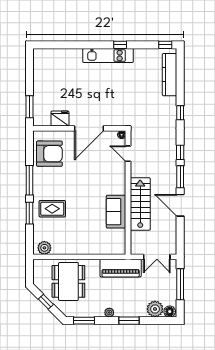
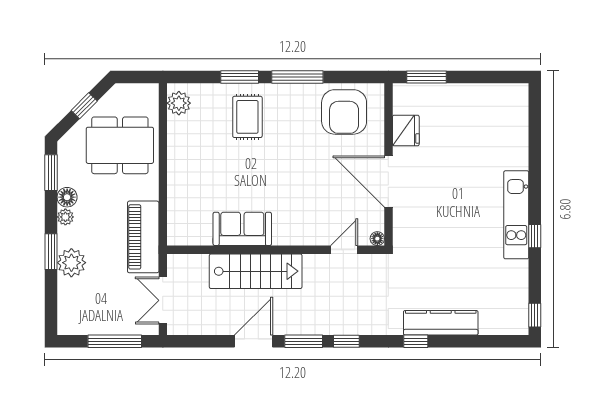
kitchen counter: (170, 75) -> (441, 323), moved
plant: (155, 309) -> (71, 263), moved
floor lamp: (170, 312) -> (67, 197), moved

